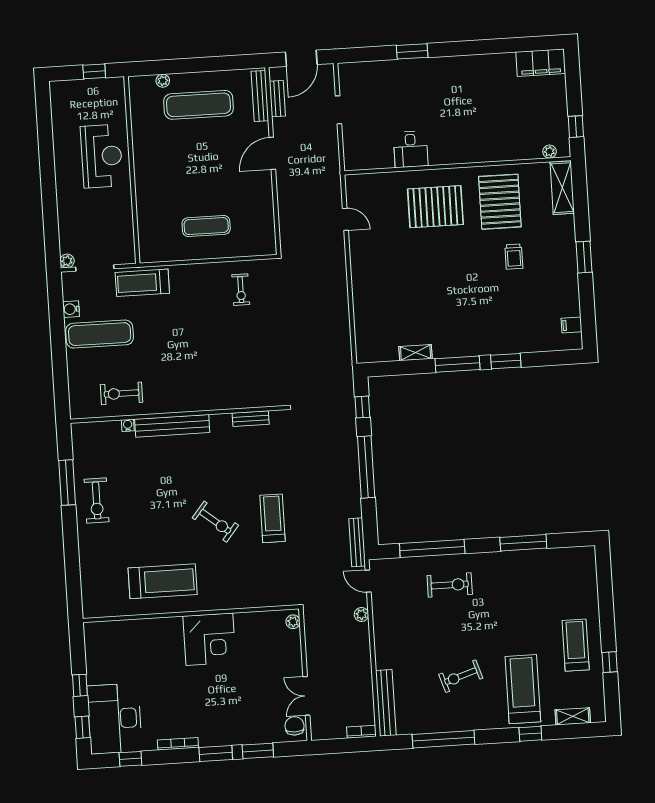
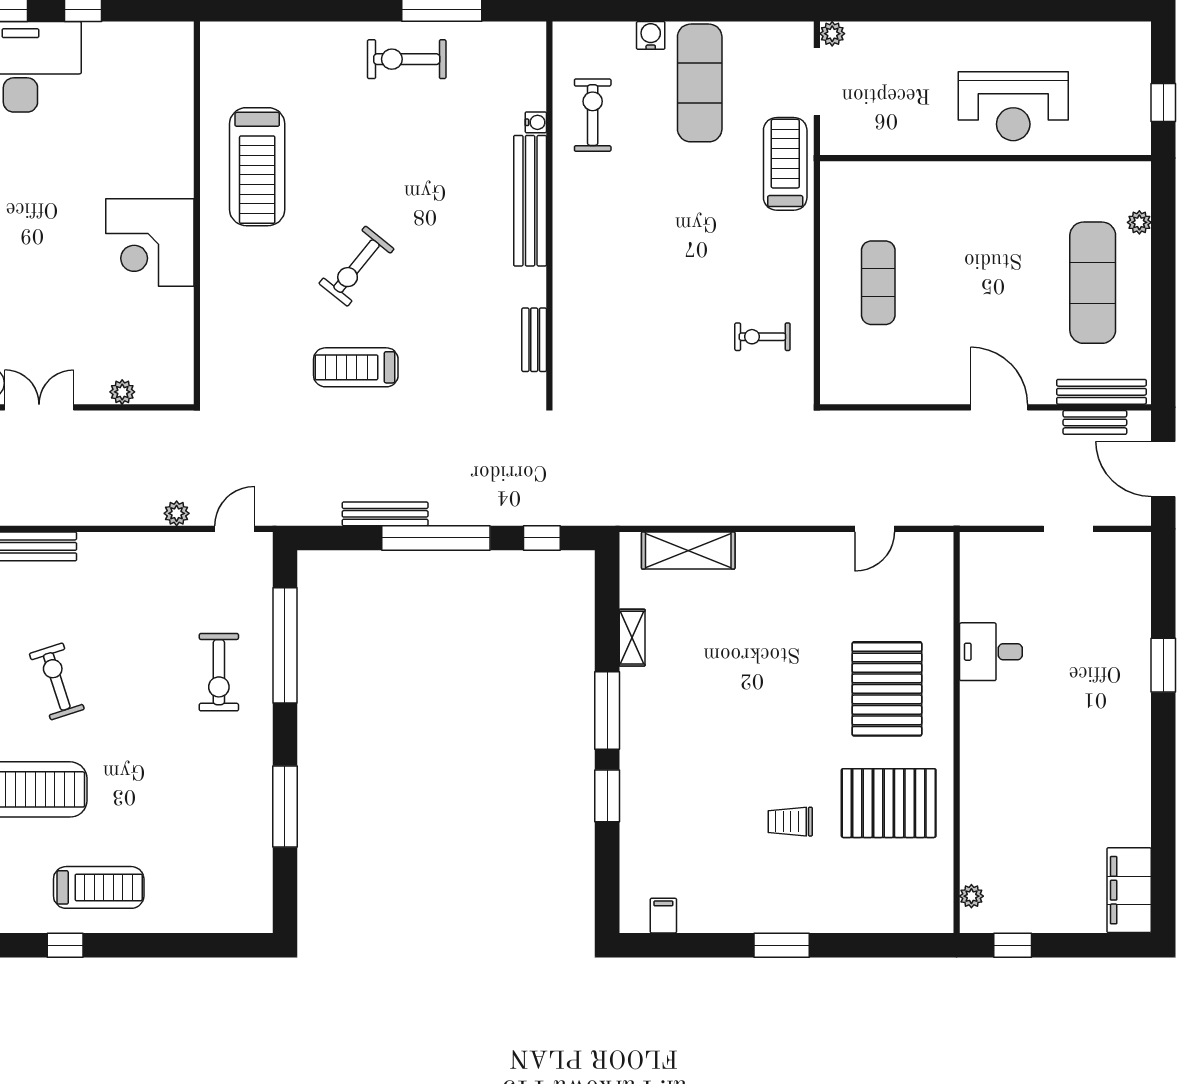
shelving: (562, 188) -> (688, 551), moved
water cooler: (71, 309) -> (651, 35), moved
treadmill: (273, 518) -> (356, 367), turned 180
bench: (357, 542) -> (385, 514), moved
plant: (293, 622) -> (122, 392), moved

